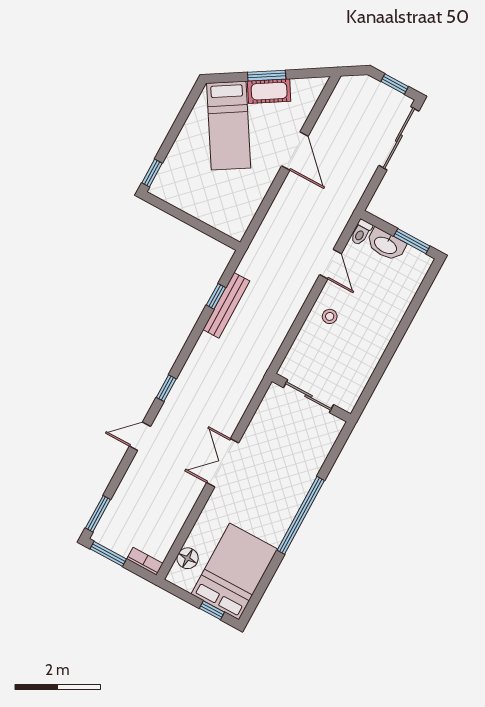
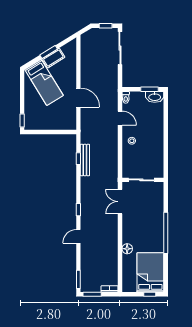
door: (295, 151) -> (78, 98), moved
washbasin: (386, 245) -> (155, 97), moved
double door: (223, 463) -> (120, 202), moved
floor lamp: (188, 558) -> (127, 249), moved

